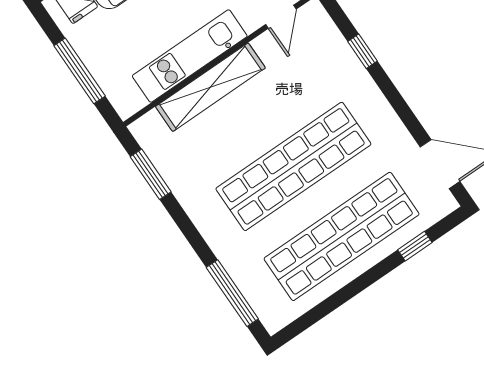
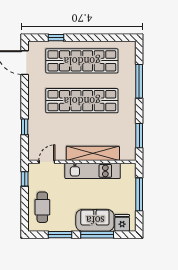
window: (232, 293) -> (139, 81), moved

